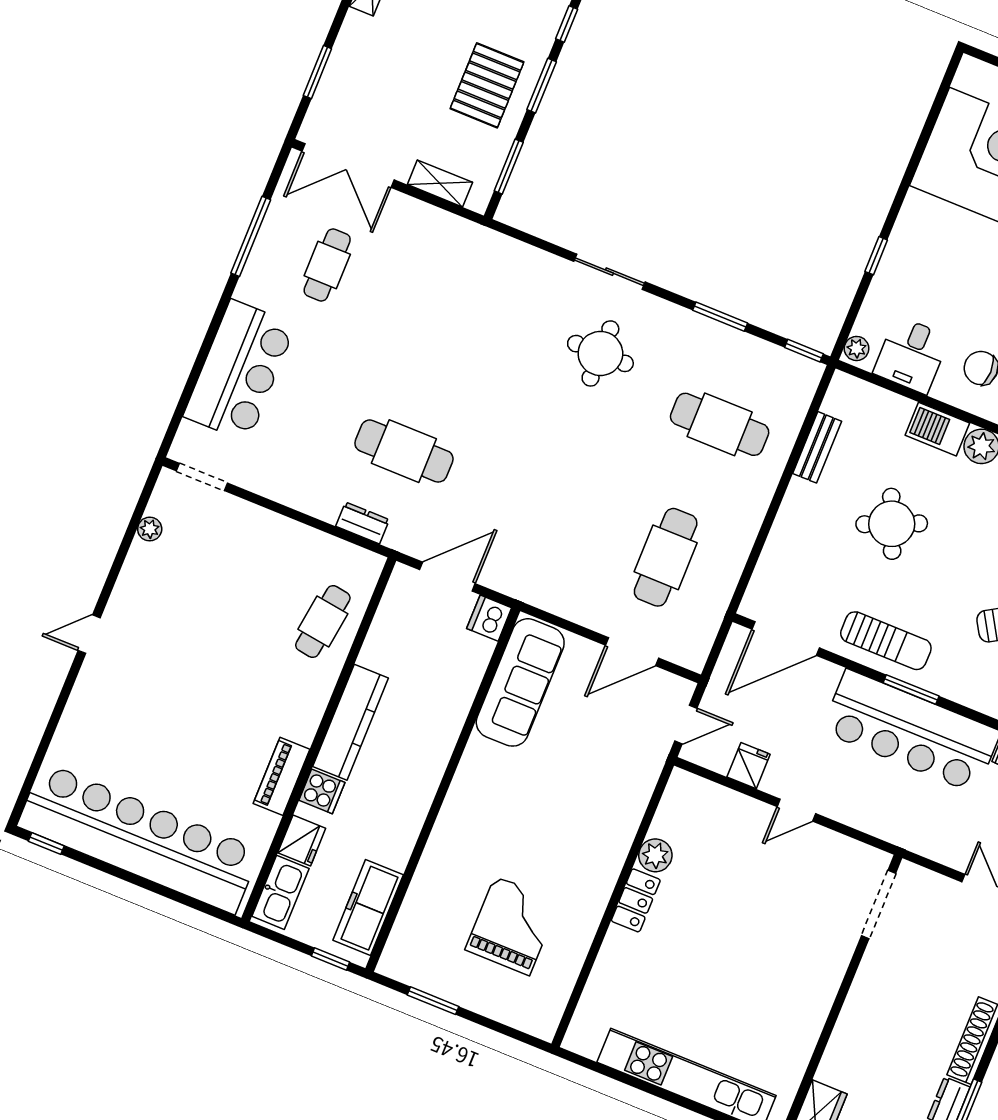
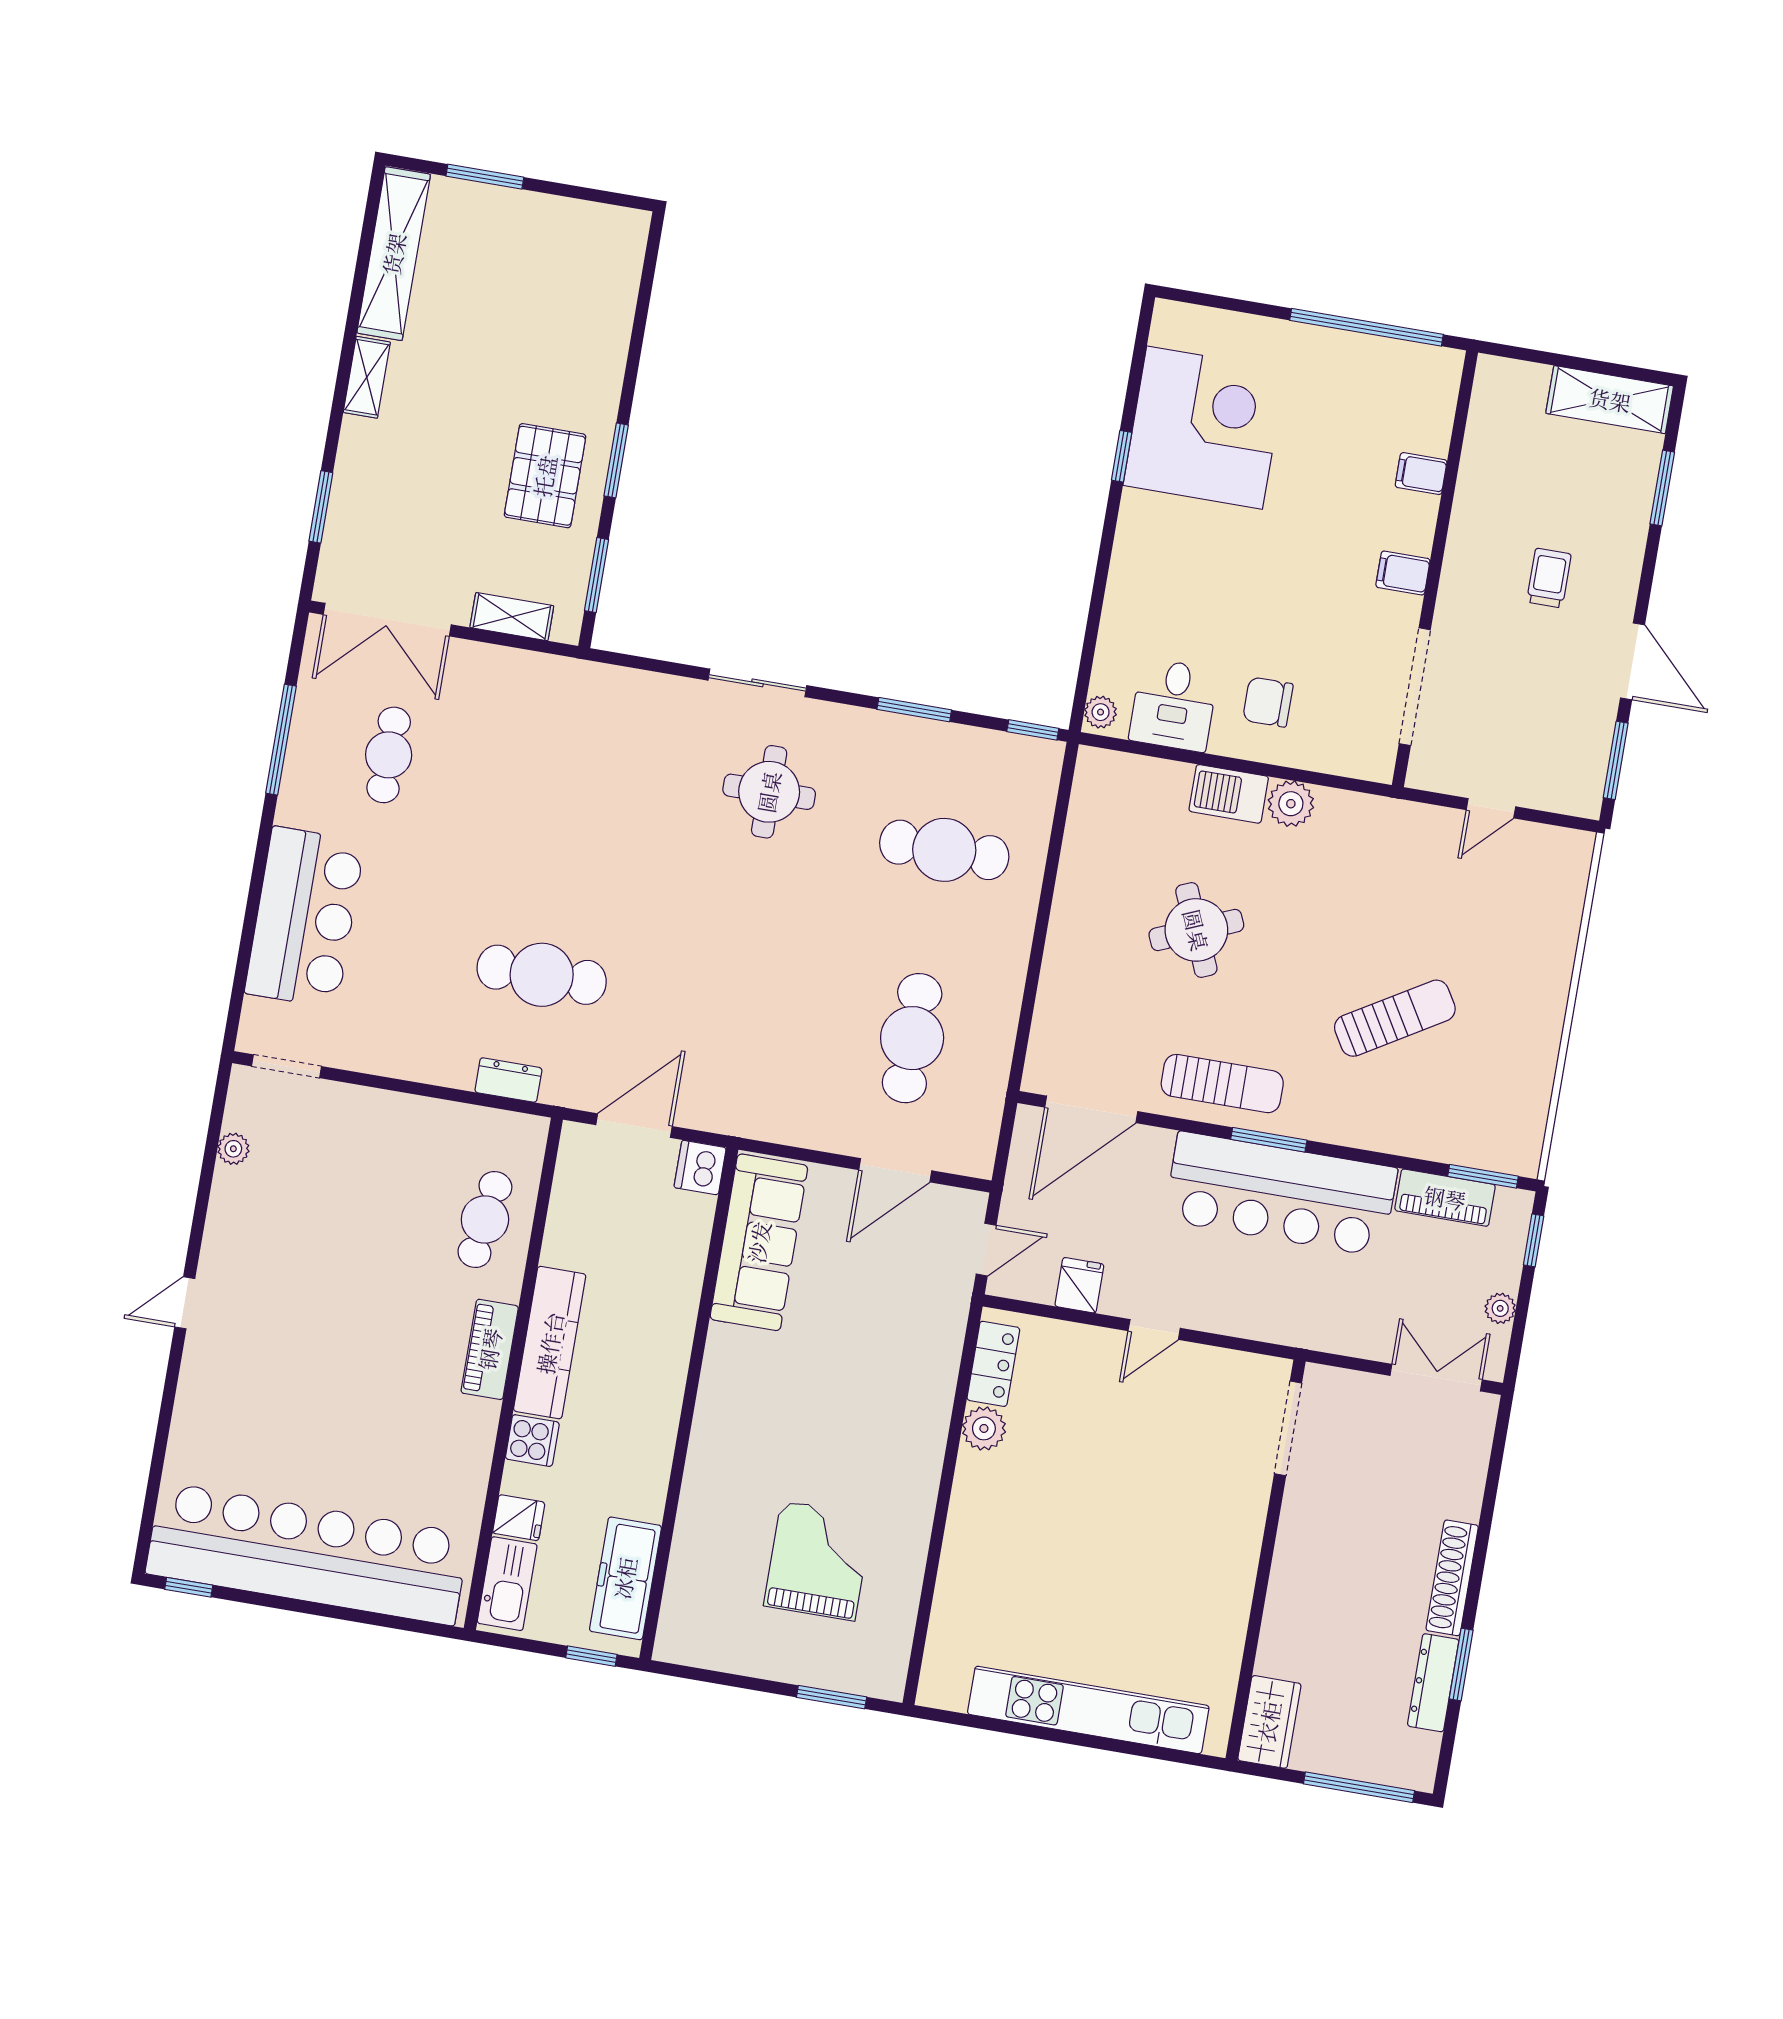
window: (567, 24) -> (631, 373), removed
window: (876, 256) -> (1122, 456), moved
bench: (817, 447) -> (1078, 852), removed
piano: (282, 776) -> (490, 1349), moved
fridge: (302, 841) -> (519, 1518), width x0.72
locker: (636, 900) -> (993, 1364), moved
window: (433, 1001) -> (832, 1697), moved

